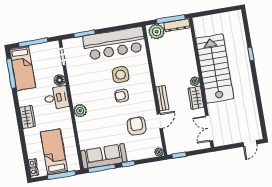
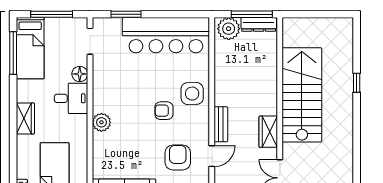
side table: (121, 75) -> (192, 94), moved
plant: (195, 81) -> (271, 108), removed

